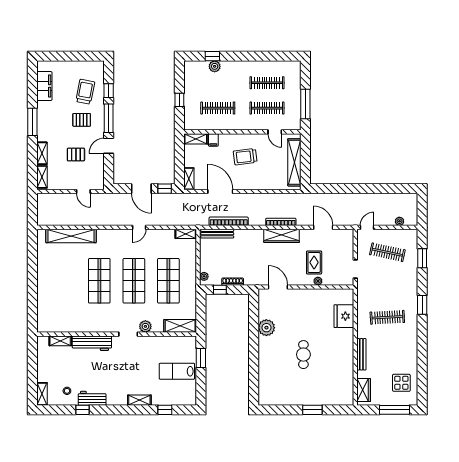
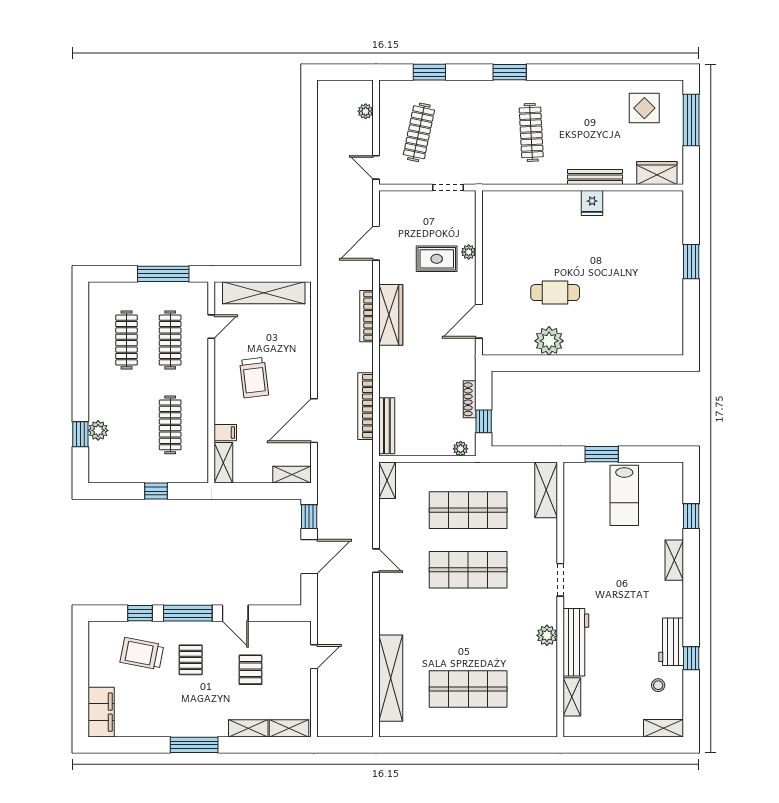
filing cabinet: (44, 86) -> (101, 712), moved, turned 90
shop shelf: (99, 281) -> (468, 689), moved
fridge: (344, 316) -> (592, 203), moved, width x0.53, depth x0.75
plant: (145, 326) -> (547, 635), moved
cafe table: (303, 355) -> (555, 293), moved

